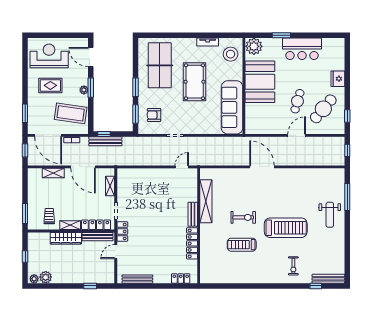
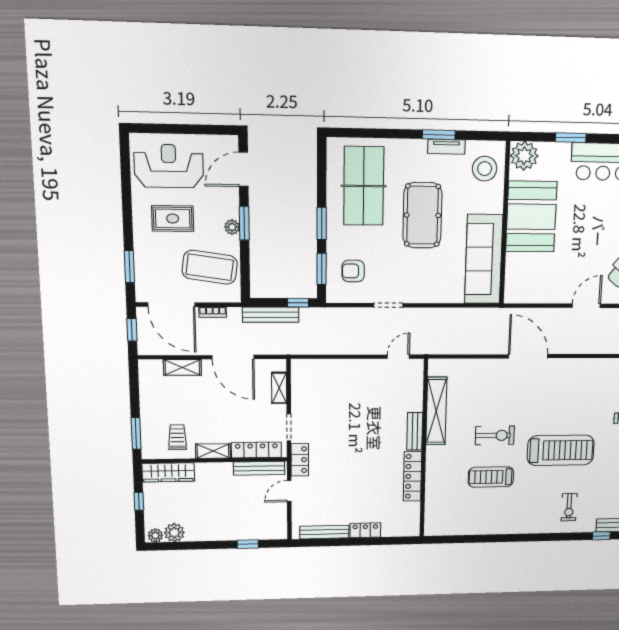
window: (203, 35) -> (439, 135), added
door: (91, 57) -> (243, 169), hinge flipped
cafe table: (297, 101) -> (591, 250), removed
window: (104, 134) -> (298, 303), moved
wardrobe: (66, 238) -> (168, 472), moved
locker: (181, 278) -> (365, 530), moved

